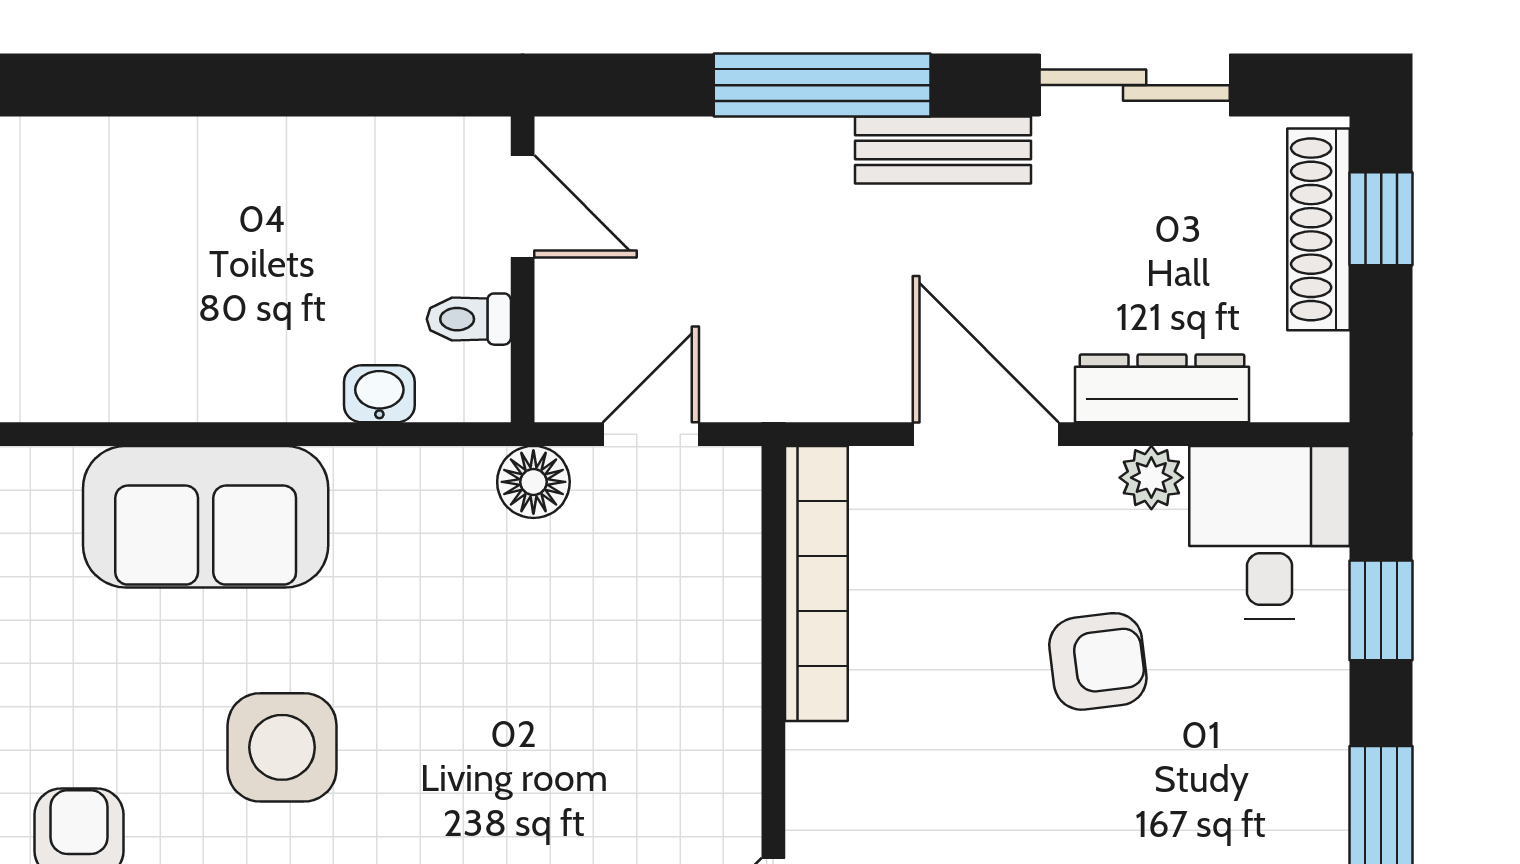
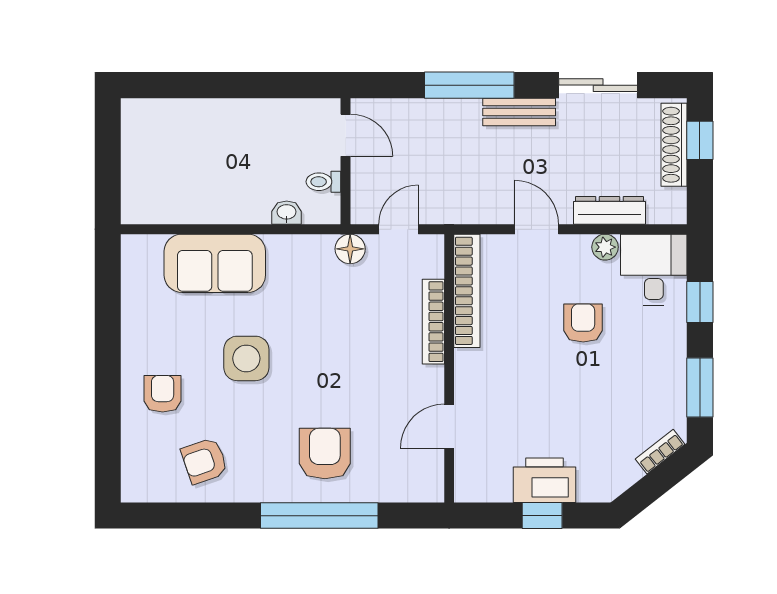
door: (986, 434) -> (537, 229), width x0.73
bookcase: (735, 658) -> (433, 322), added
armchair: (1098, 661) -> (583, 323), turned -83

